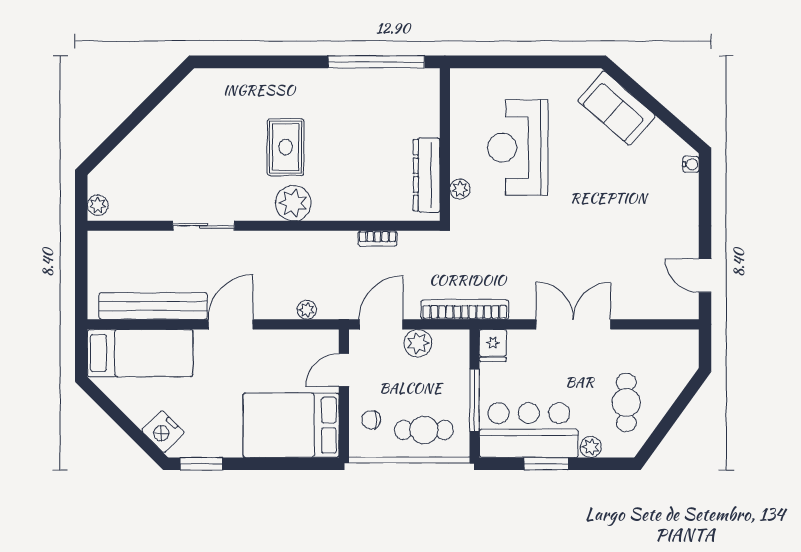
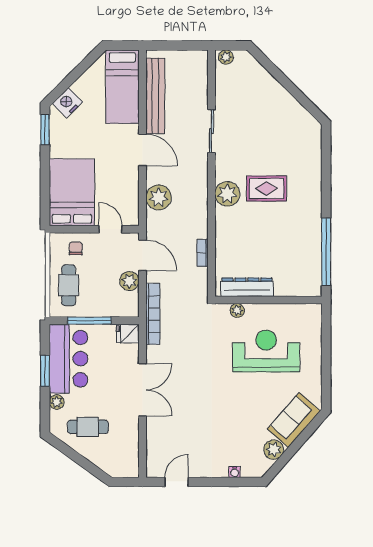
plant: (659, 137) -> (274, 450), added
water cooler: (691, 164) -> (235, 472), moved
plant: (307, 310) -> (159, 197), width x1.88, depth x1.88

